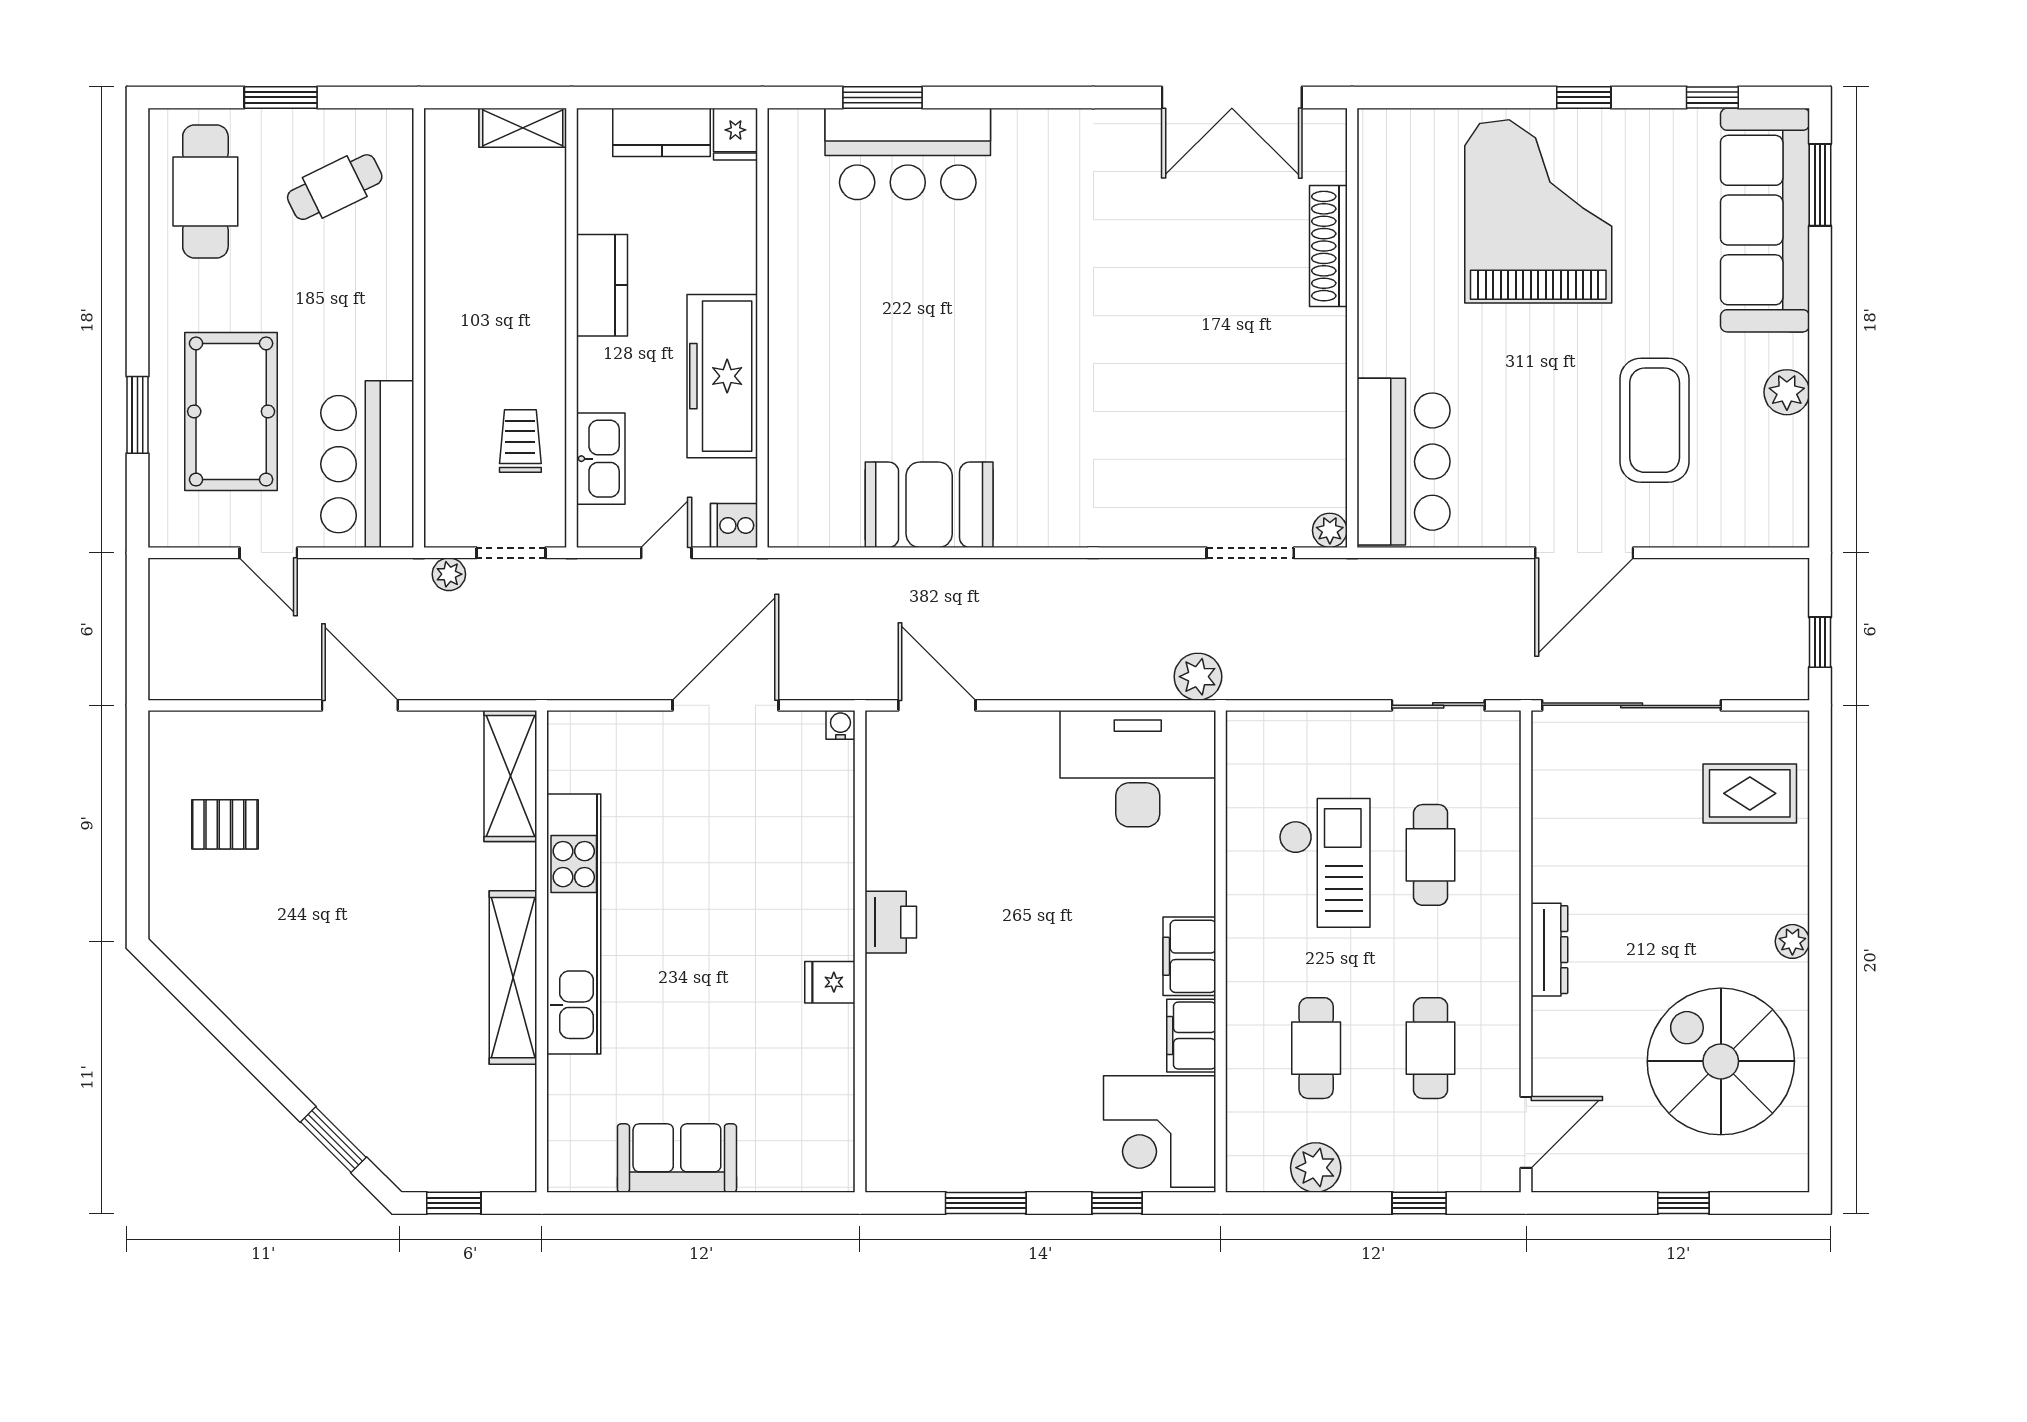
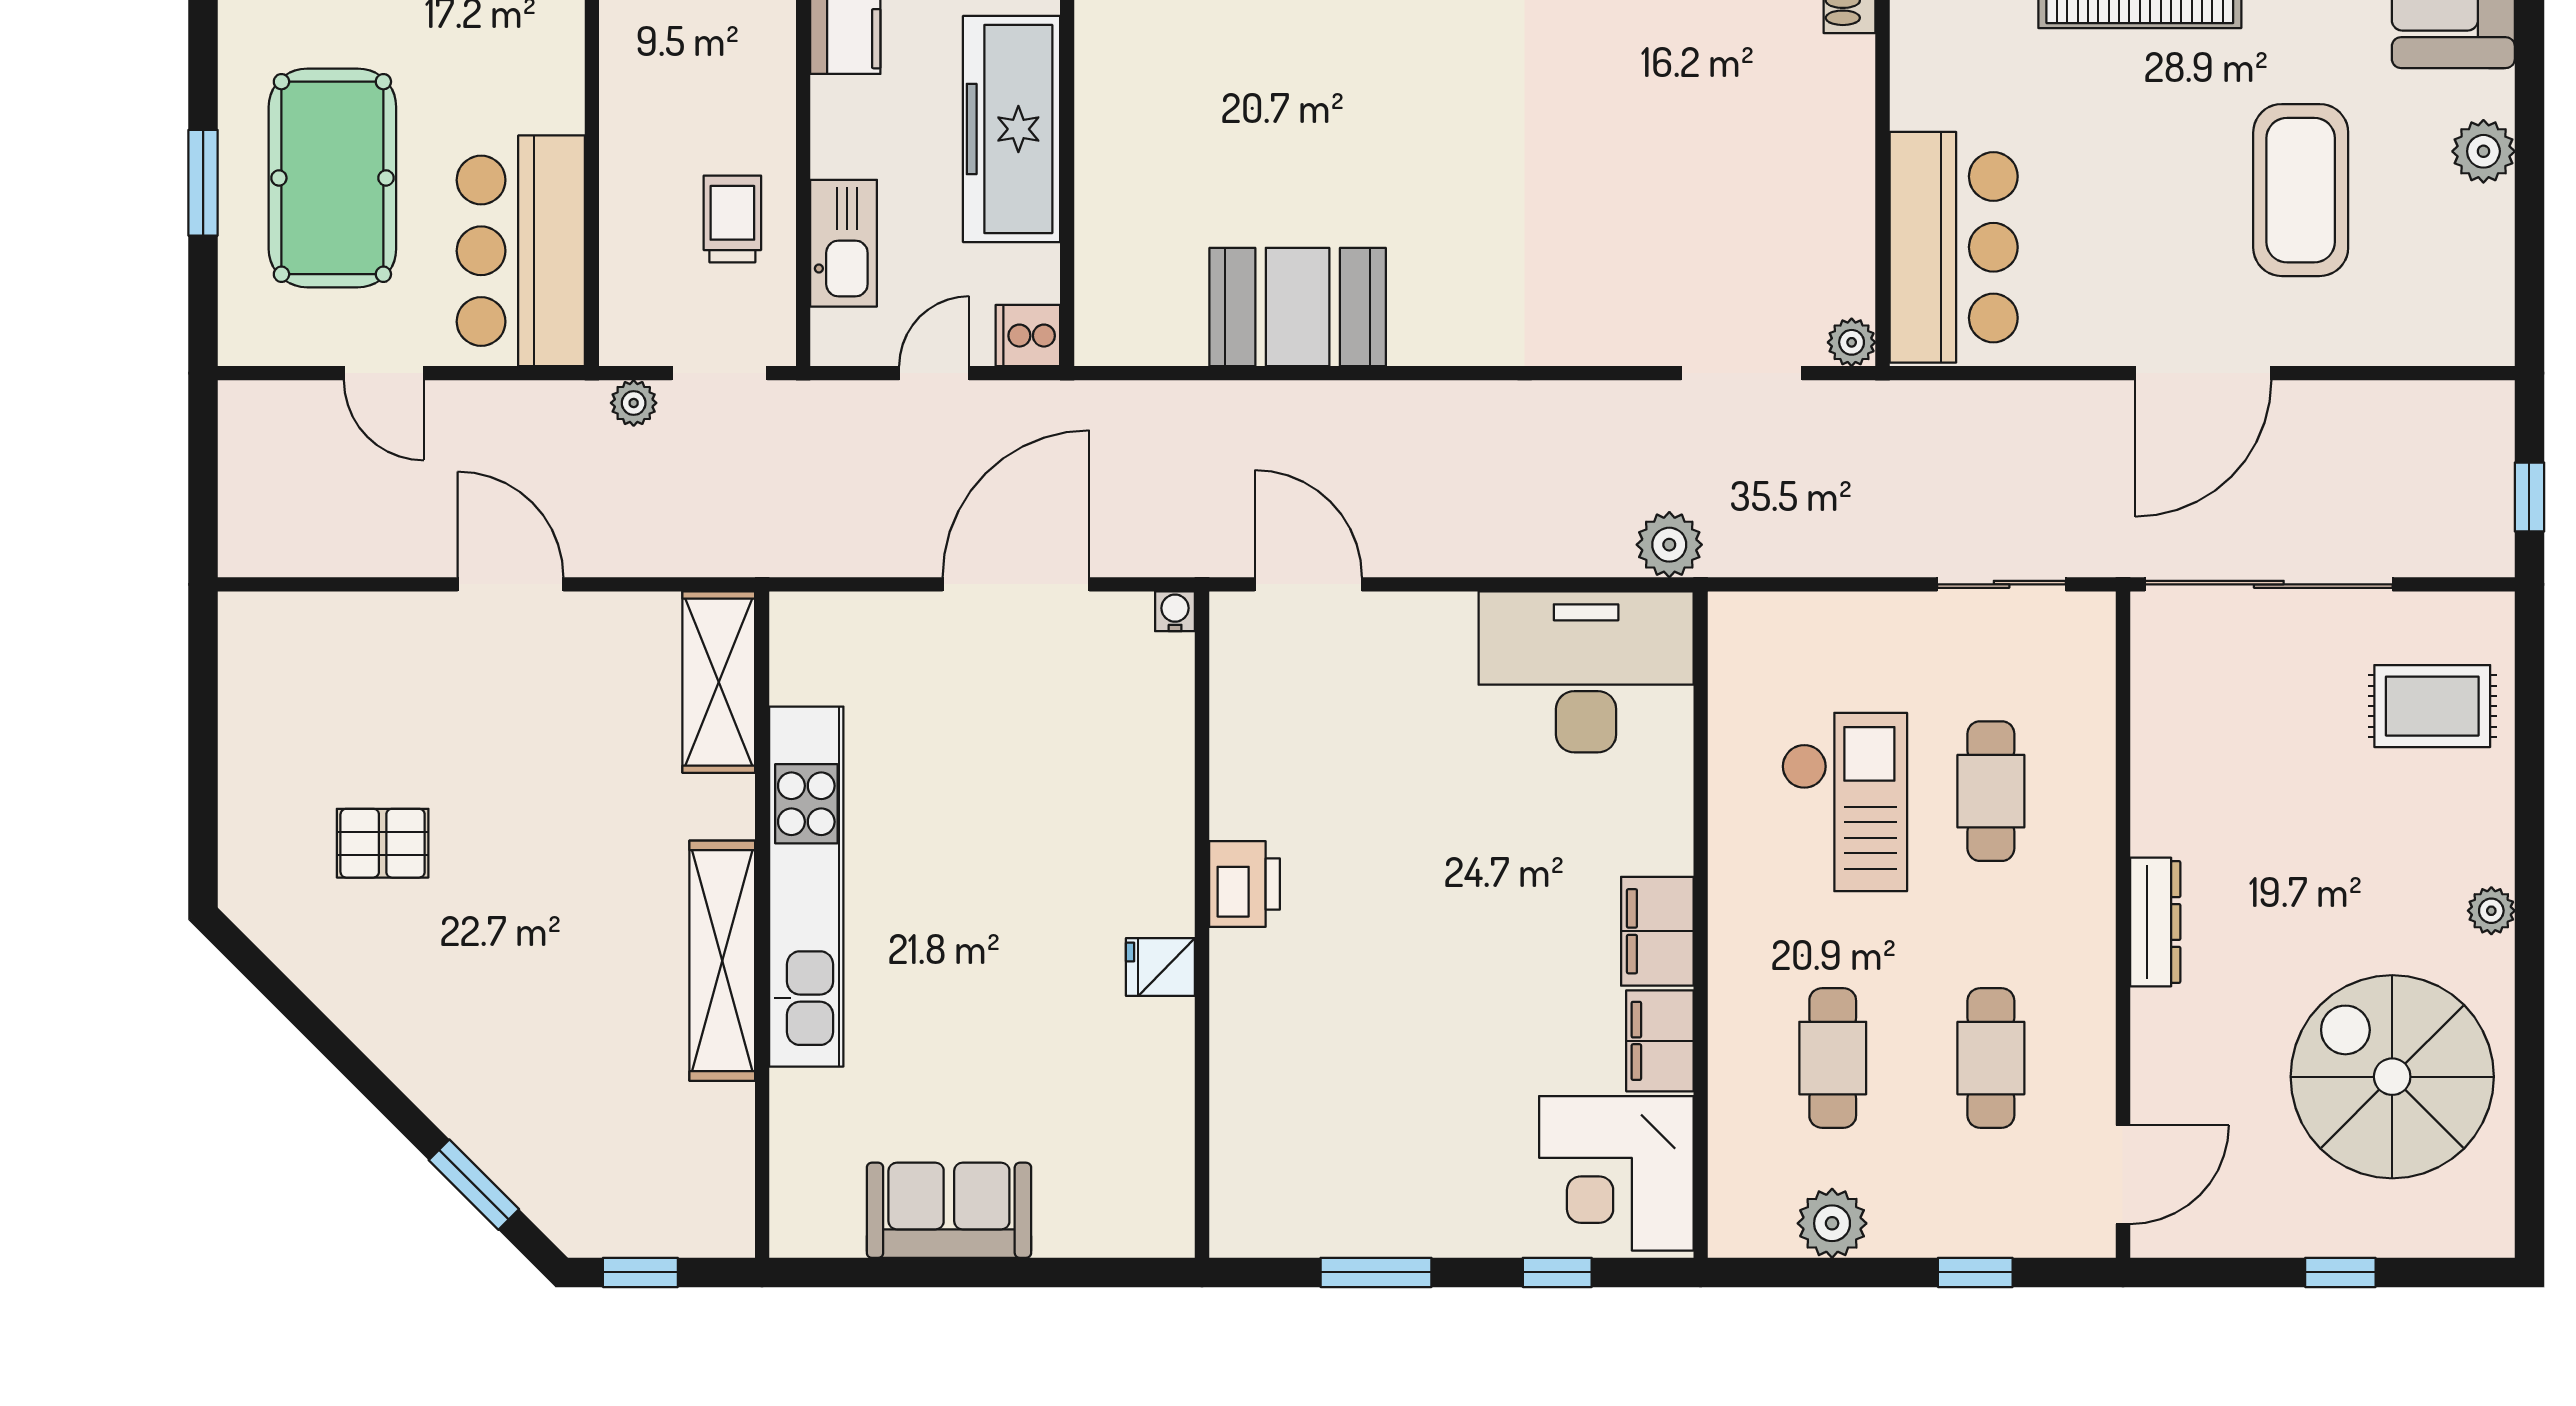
pallet: (225, 824) -> (383, 843), moved

